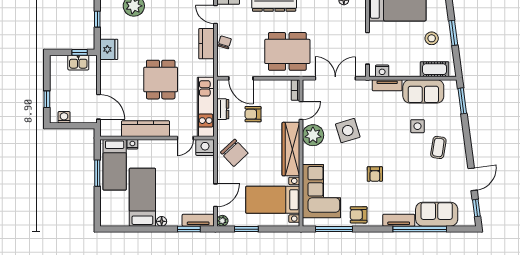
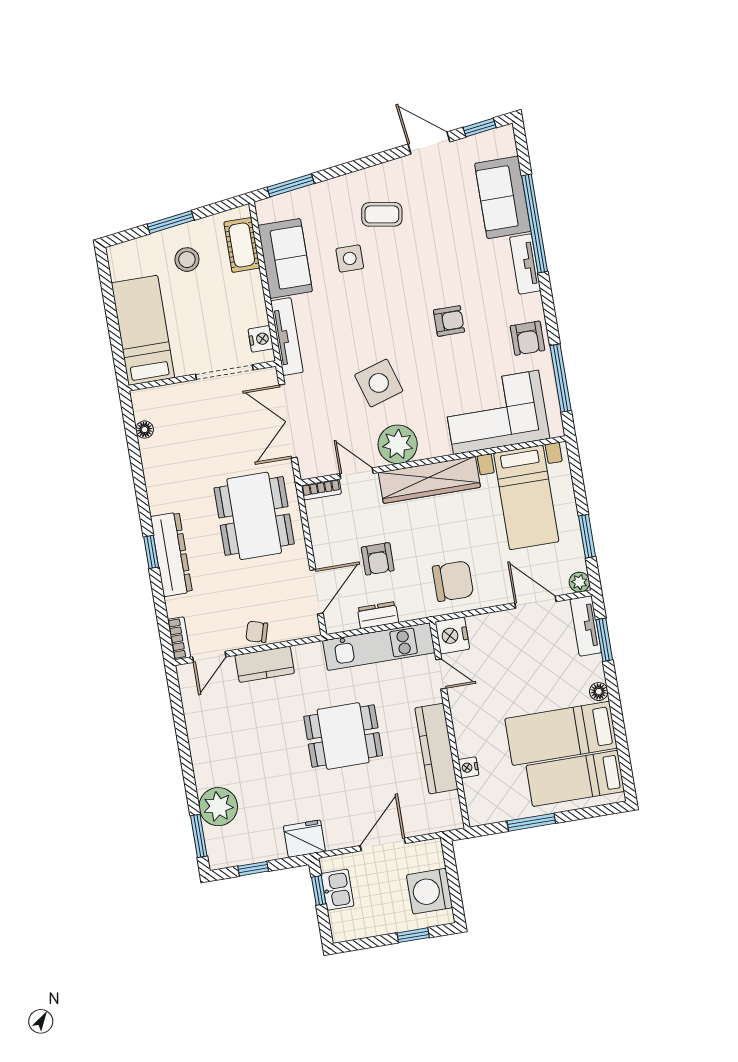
tv unit: (387, 85) -> (287, 337), width x1.41
door: (99, 107) -> (383, 845), moved
washing machine: (64, 117) -> (430, 891), width x1.89, depth x1.89
chair: (234, 153) -> (453, 581), turned 43
bed: (115, 165) -> (575, 778), moved, turned 180

